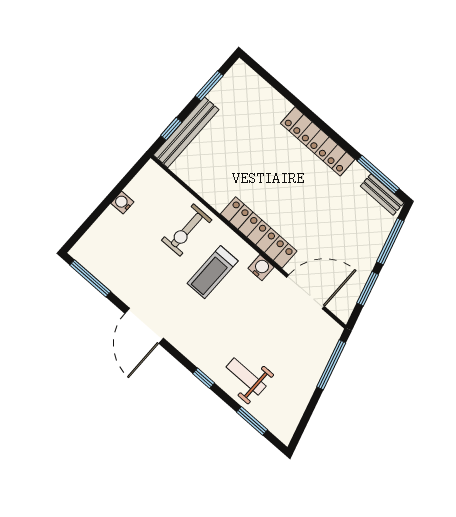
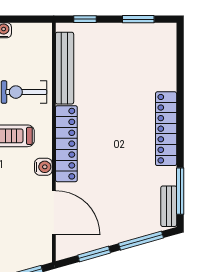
bench: (186, 132) -> (65, 68), moved, turned 90

